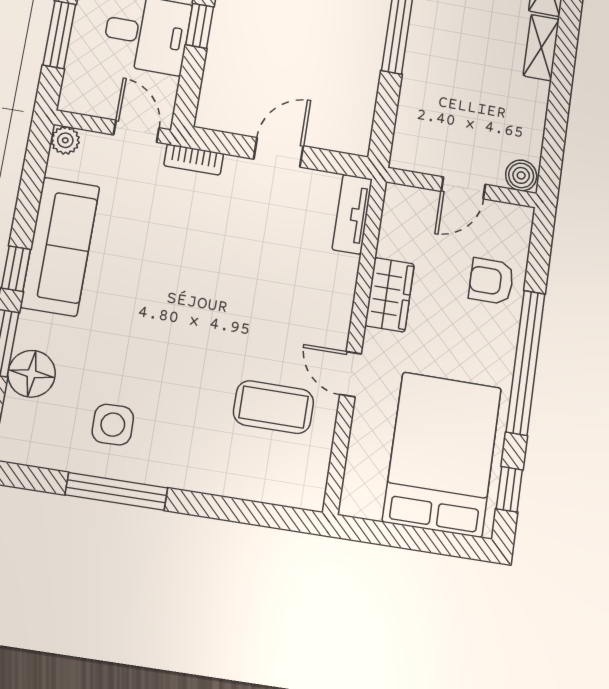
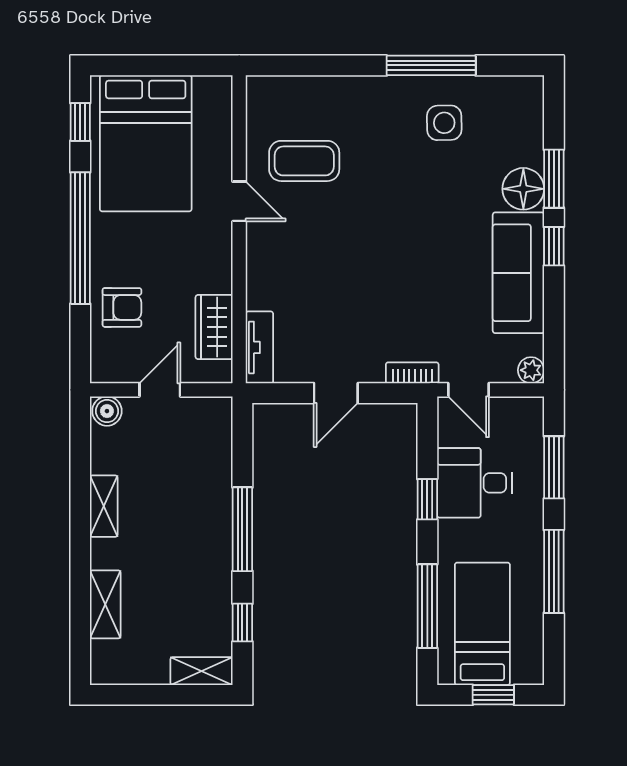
shelving: (541, 48) -> (104, 506), moved
wardrobe: (390, 295) -> (214, 327), moved
floor lamp: (32, 374) -> (523, 189), moved

